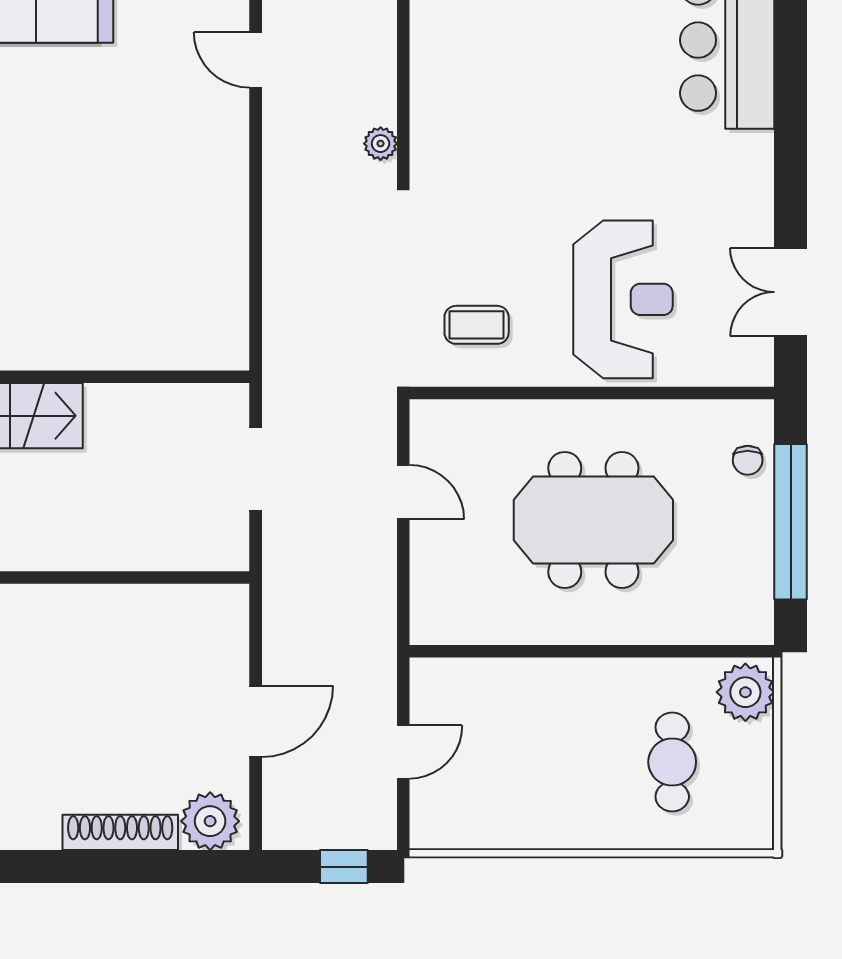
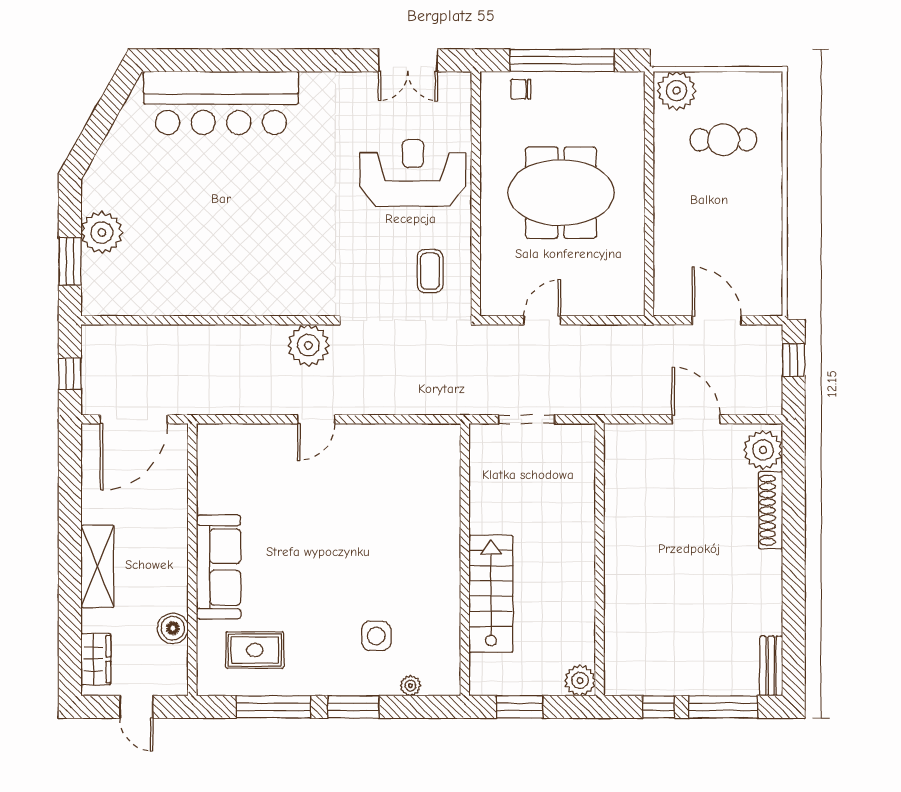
door: (256, 60) -> (316, 419), moved
plant: (381, 144) -> (308, 345), width x1.87, depth x1.87
chair: (748, 460) -> (521, 89), turned 180
meeting table: (593, 520) -> (561, 193), turned 90
door: (403, 752) -> (717, 320), width x1.38

